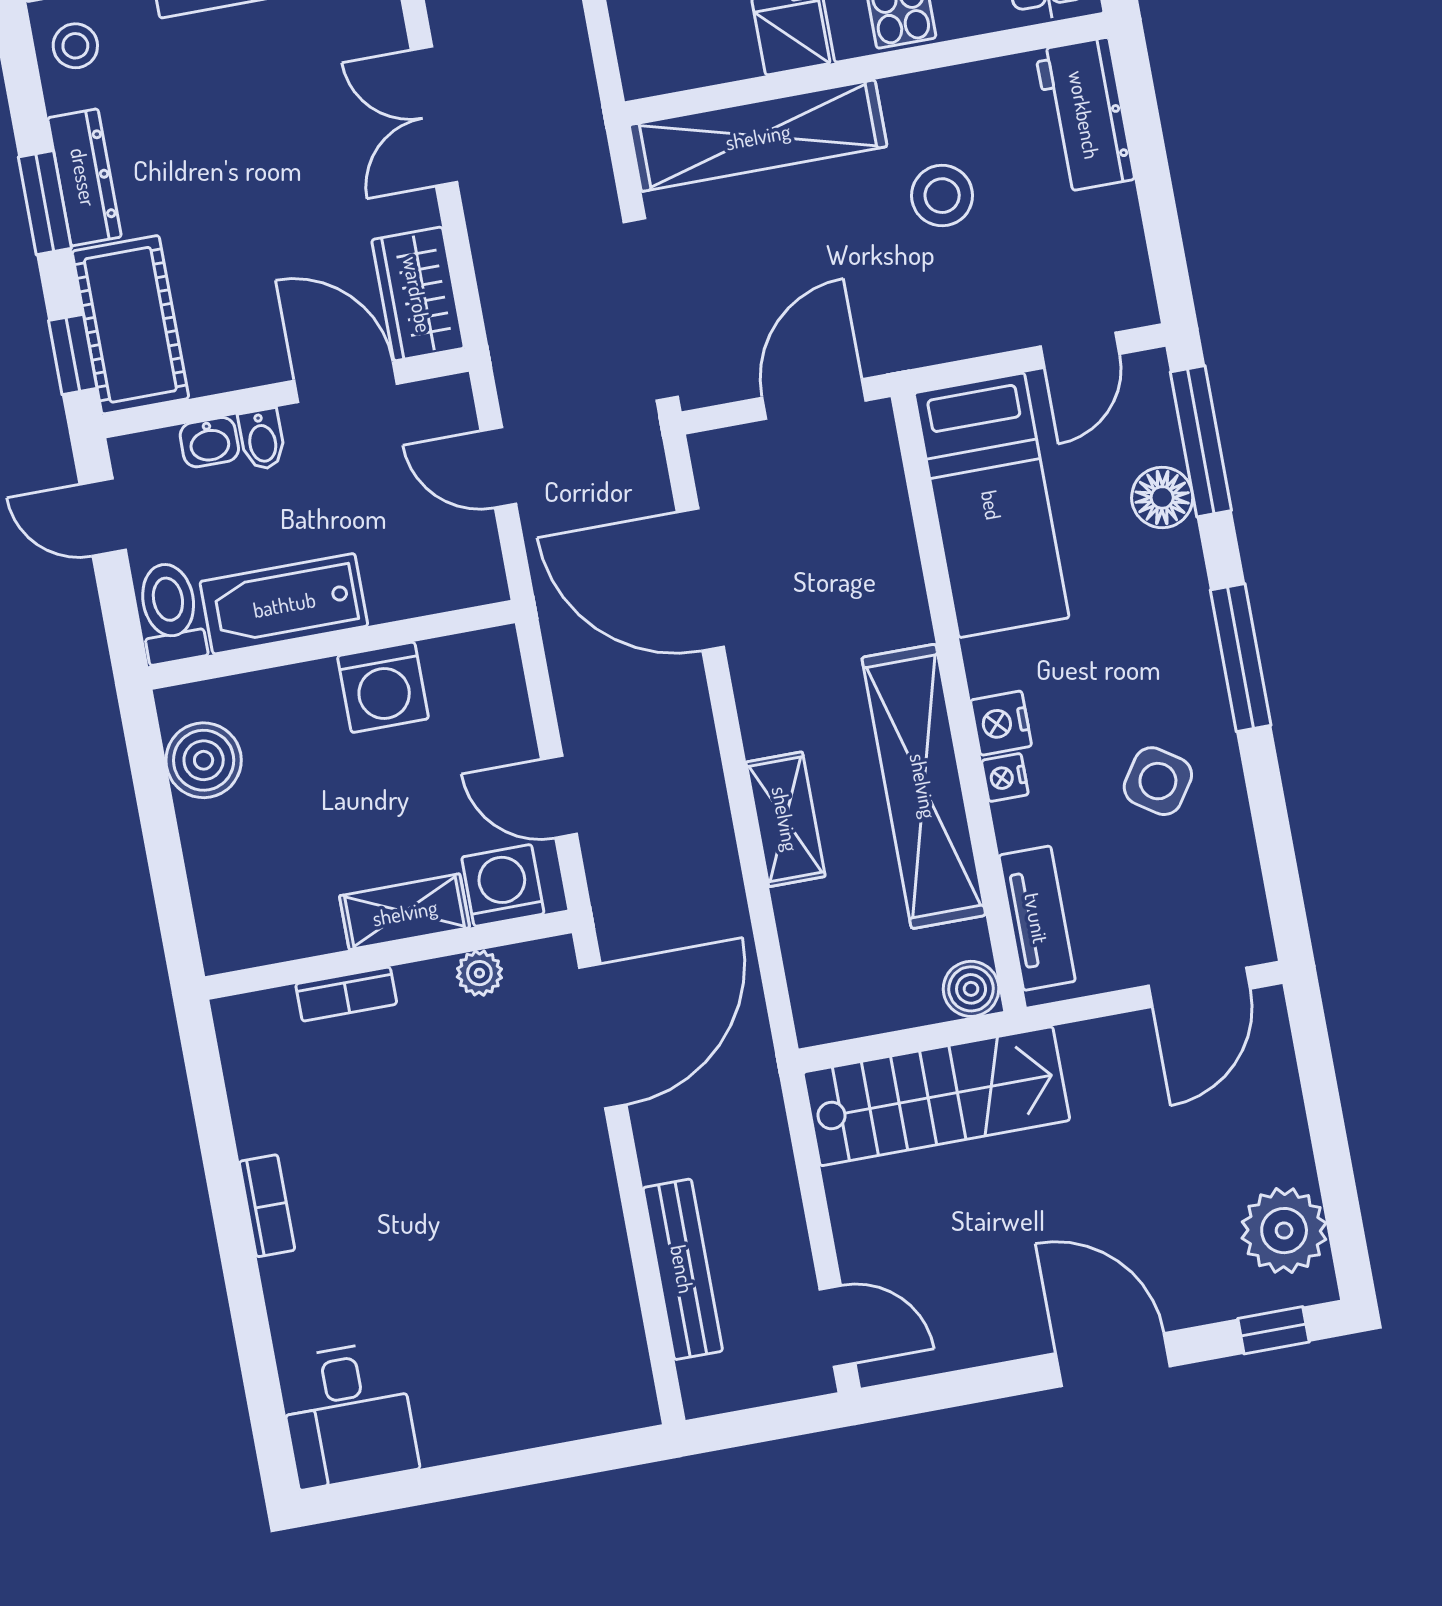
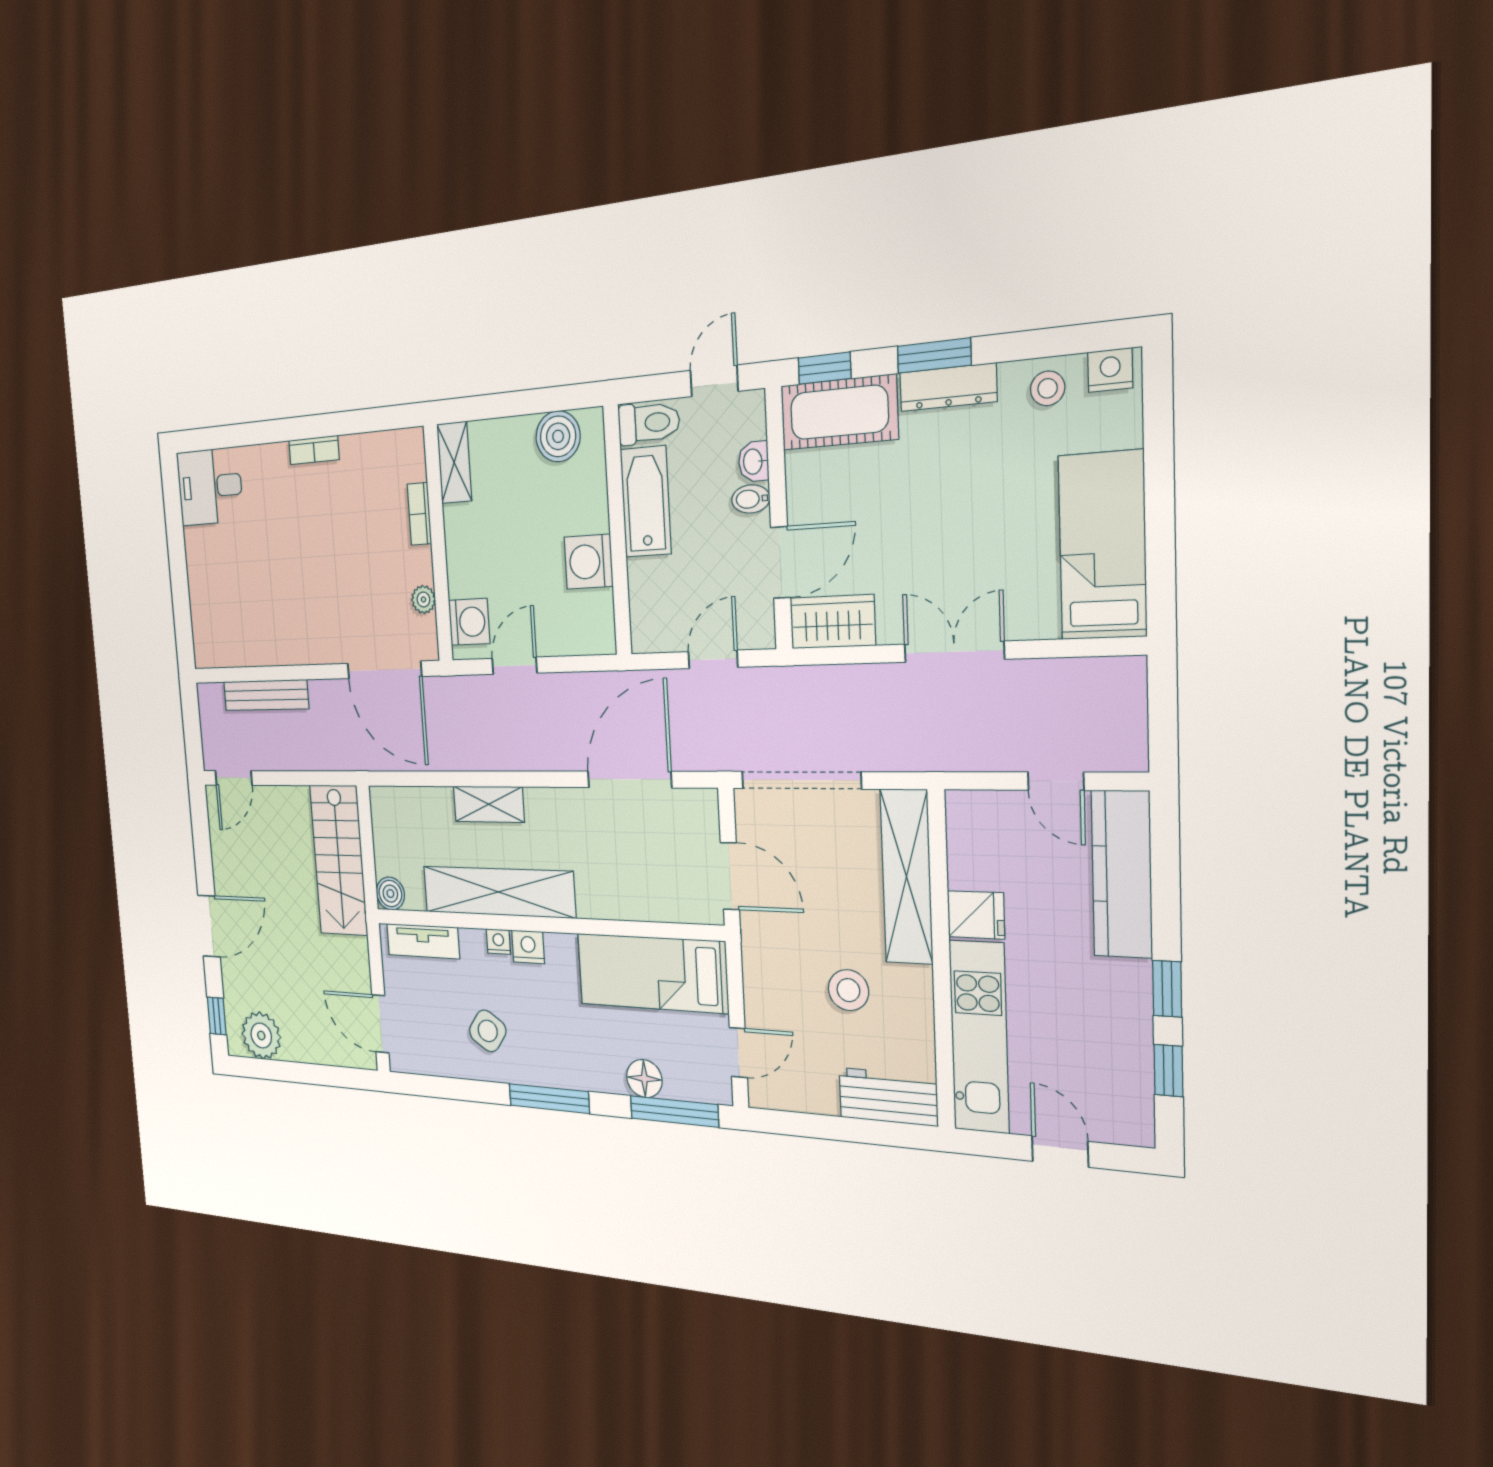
door: (1080, 350) -> (738, 1053), swing flipped
shelving: (405, 912) -> (454, 462), moved

